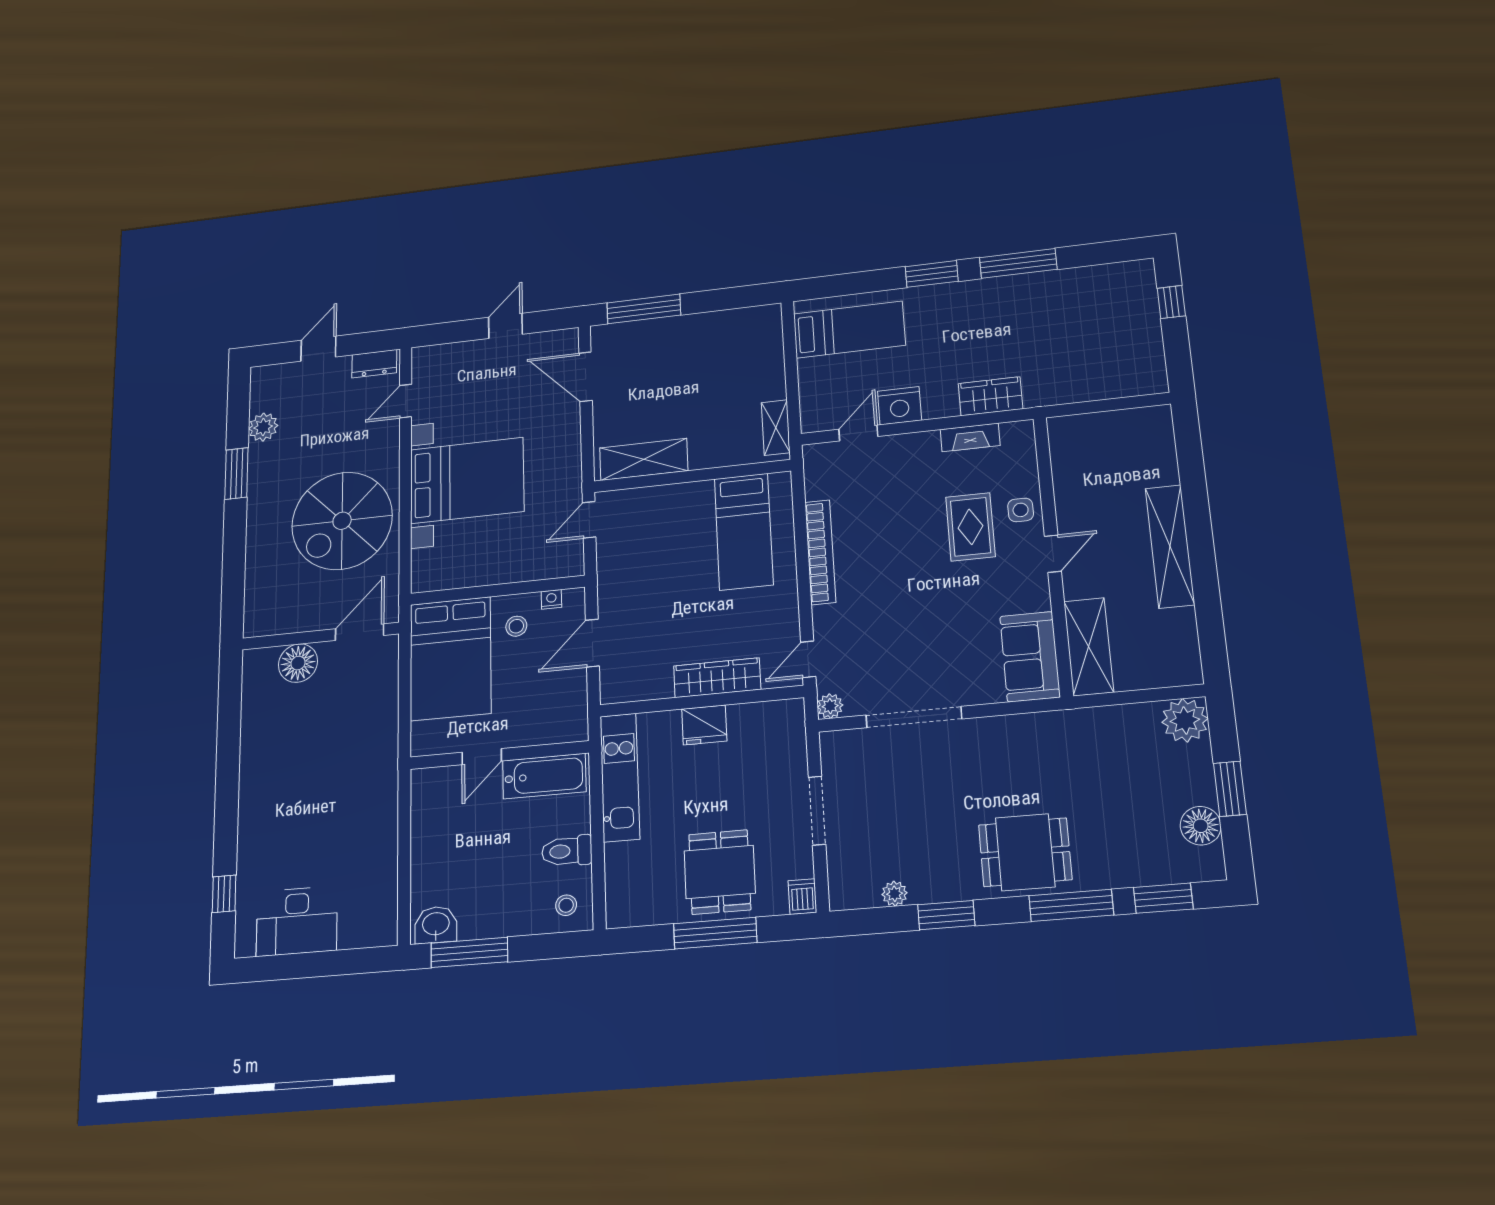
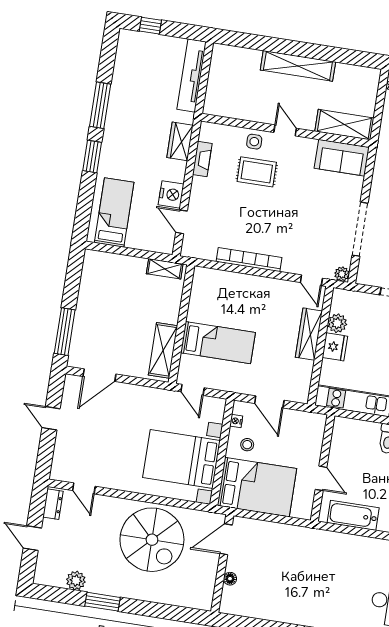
tv unit: (1106, 385) -> (192, 75), added
bed with nightstands: (467, 480) -> (181, 459), moved, turned -90
bed: (744, 532) -> (218, 343), moved
door: (360, 632) -> (226, 539), hinge flipped
floor lamp: (298, 663) -> (230, 579), width x0.53, depth x0.53
plant: (745, 719) -> (337, 323), added
bathtub: (544, 776) -> (353, 515), moved, turned -90

